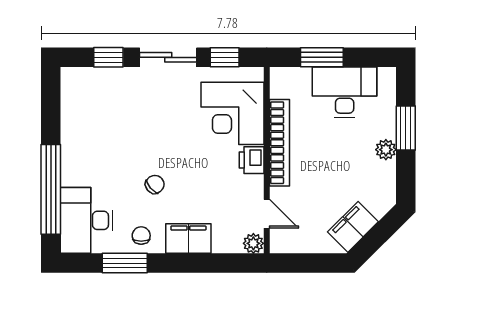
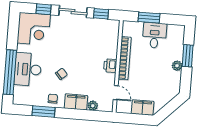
desk: (345, 92) -> (154, 35), width x0.73
corner desk: (233, 113) -> (34, 29), moved, turned -90
desk: (86, 220) -> (28, 69), moved
filing cabinet: (353, 227) -> (143, 107), moved, turned 45
plant: (253, 243) -> (93, 106), moved

